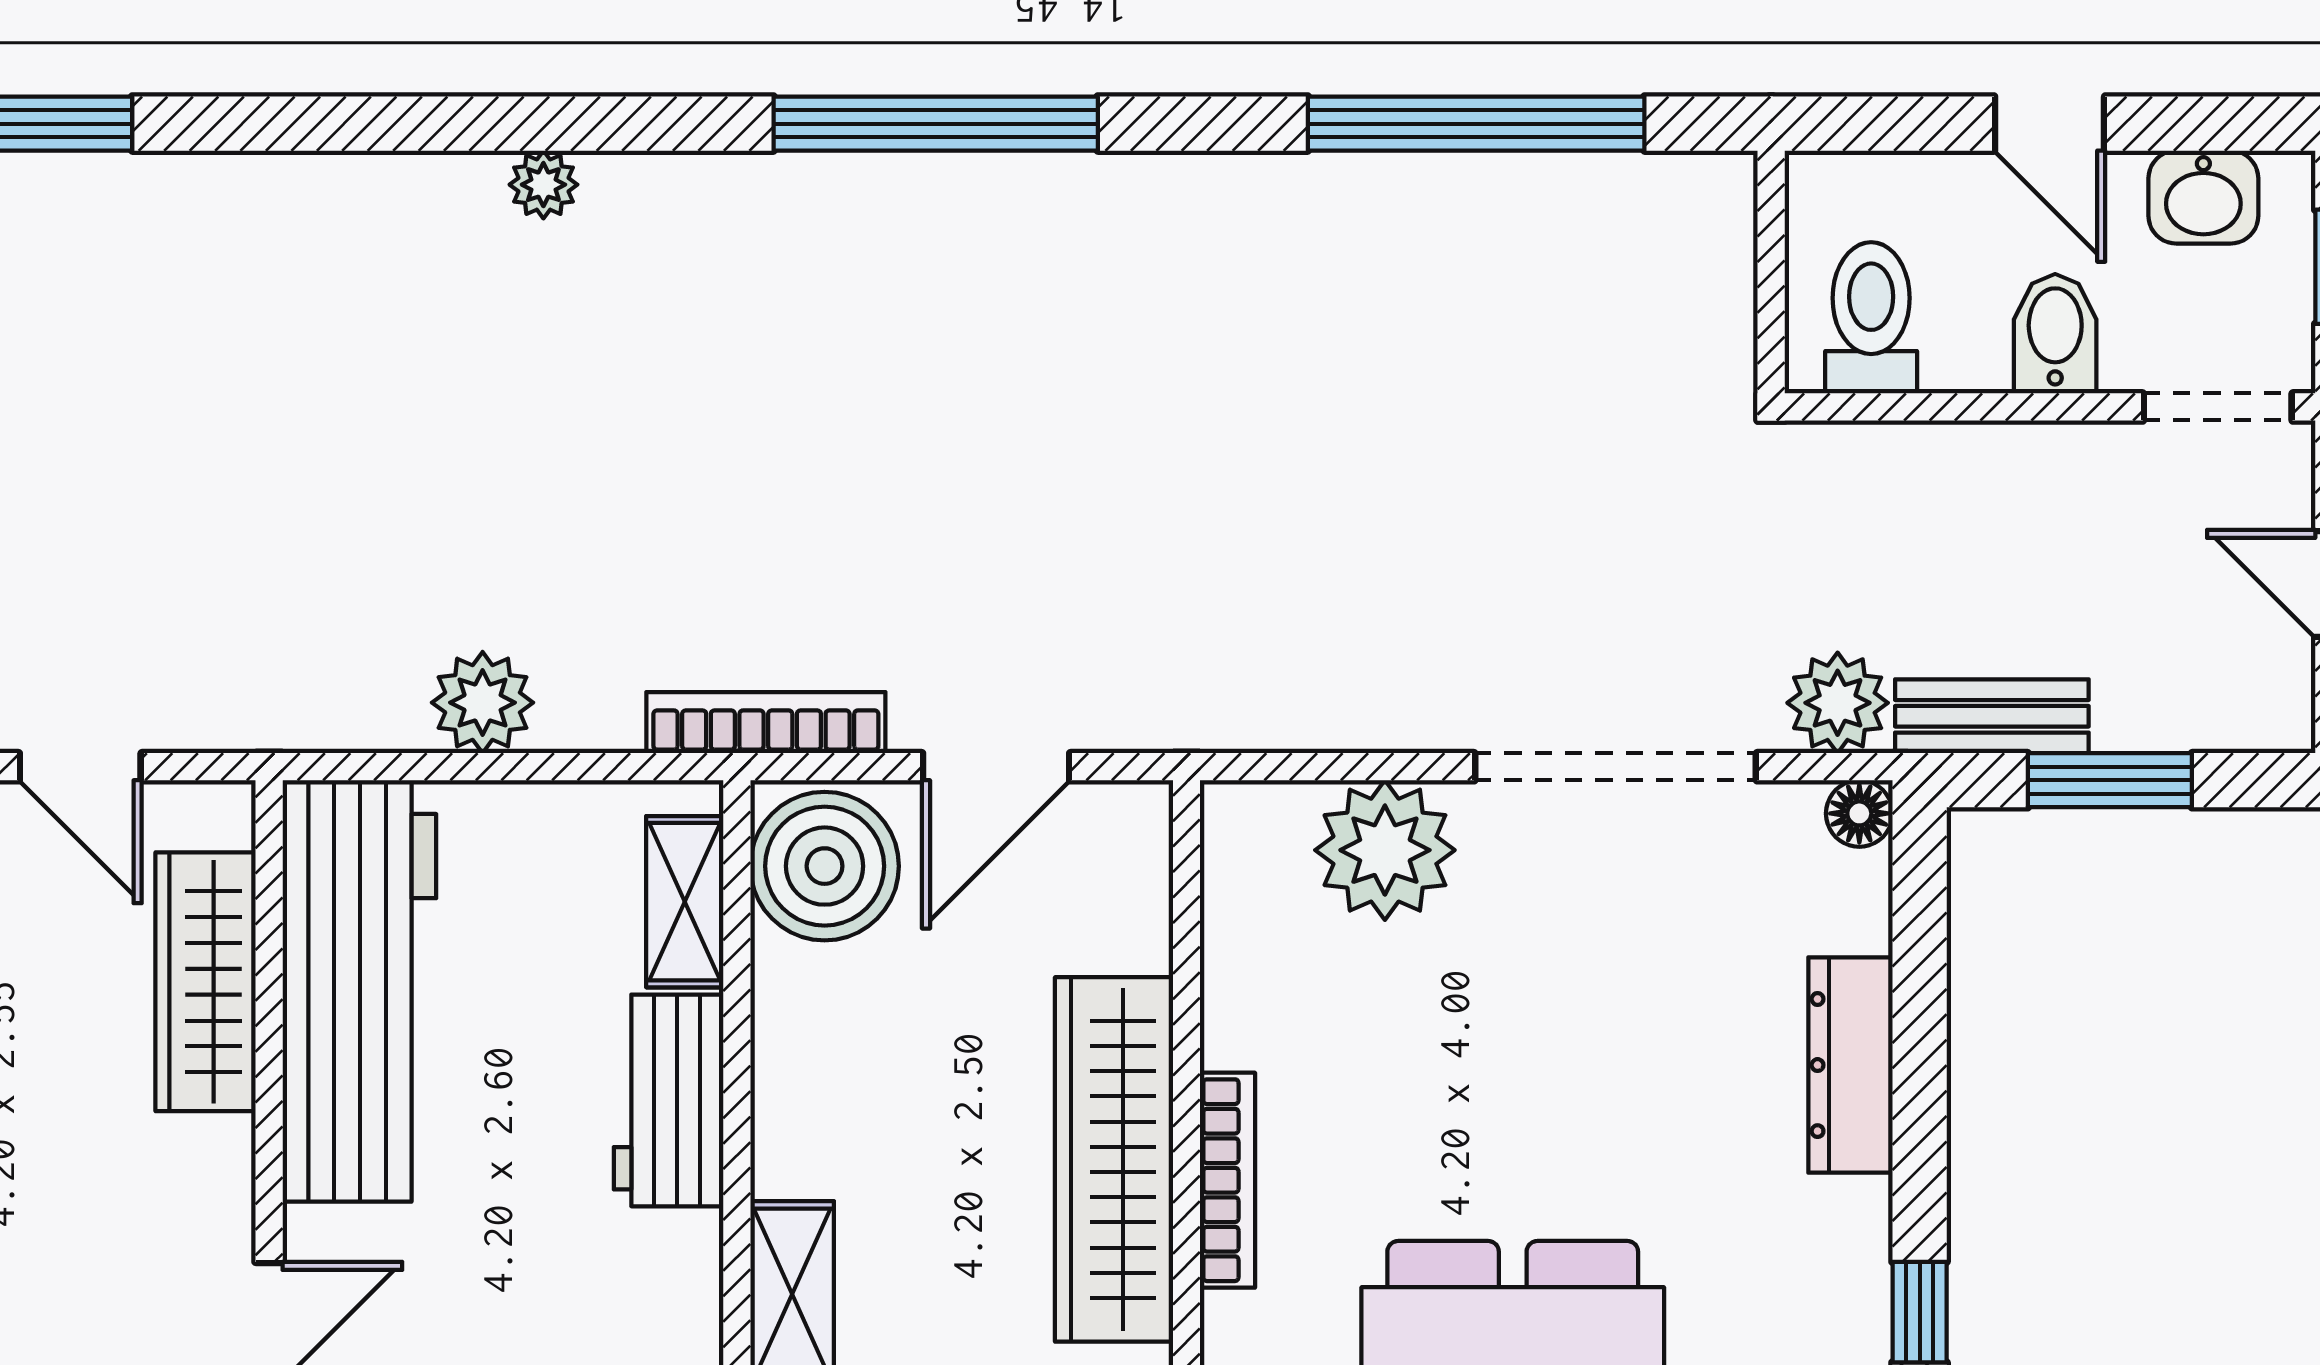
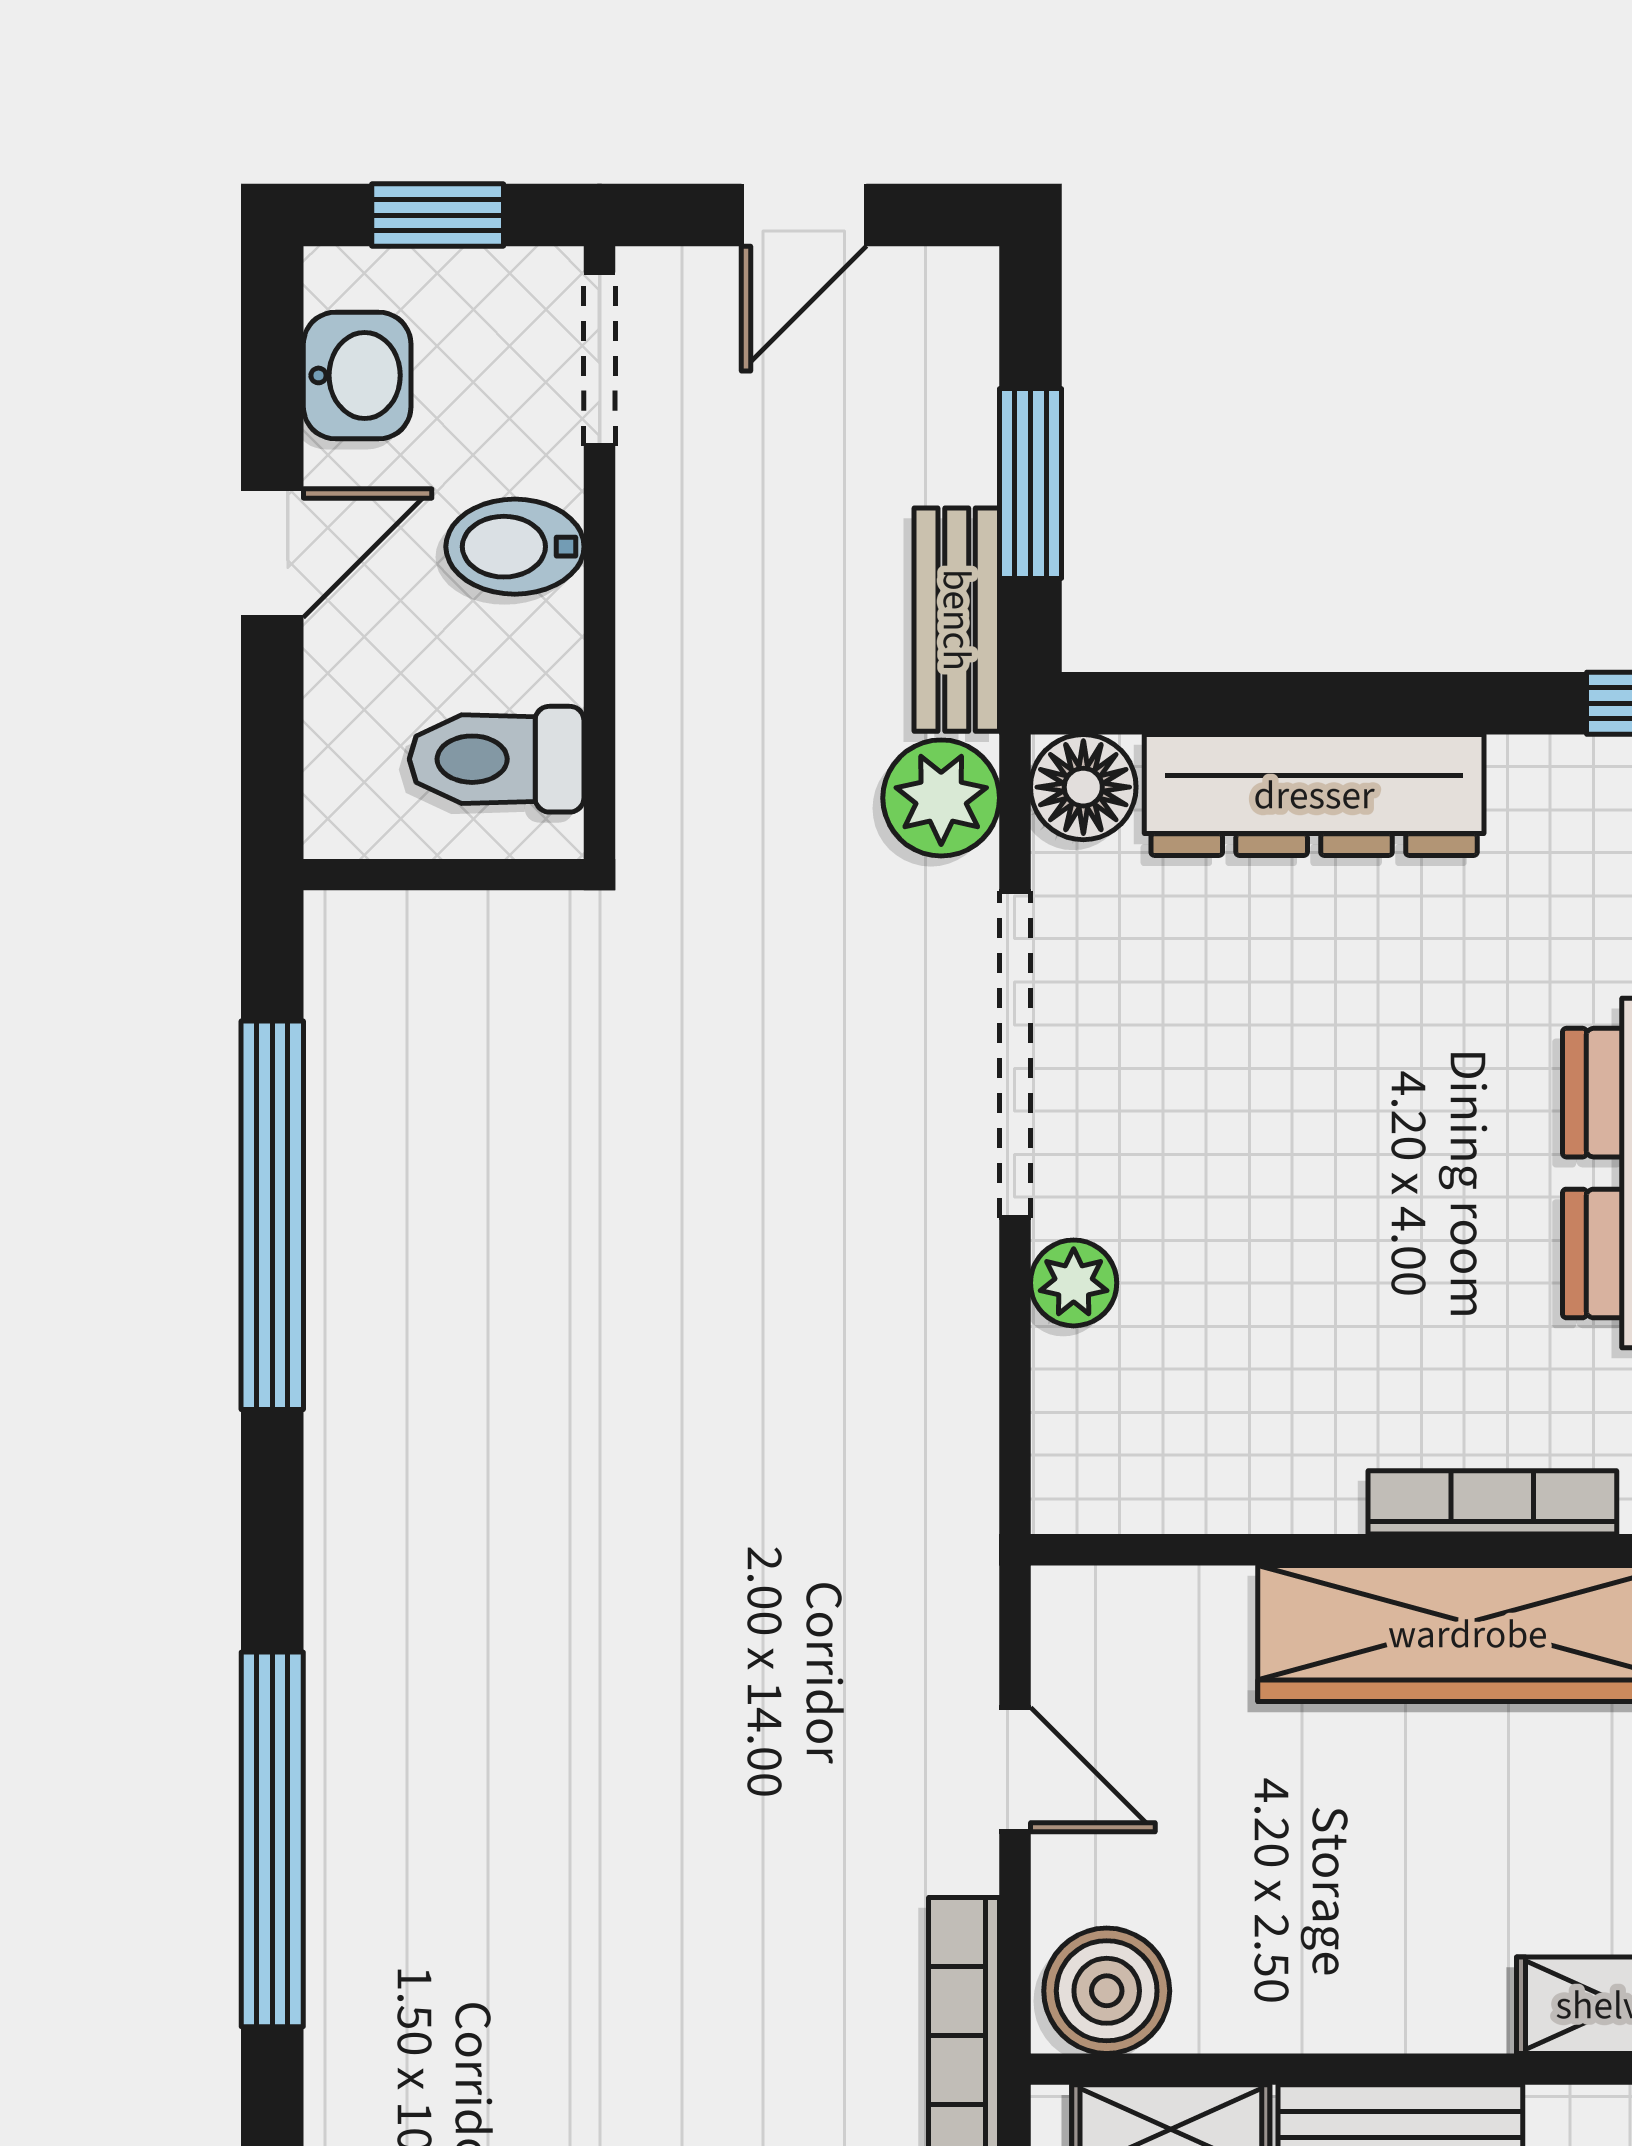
door: (996, 767) -> (1015, 1770), width x0.73
floor lamp: (1859, 813) -> (1083, 787), width x1.37, depth x1.37
plant: (1385, 850) -> (1074, 1283), width x0.53, depth x0.53
boiler: (825, 866) -> (1107, 1991), width x0.73, depth x0.73
dresser: (1850, 1065) -> (1314, 795), width x1.37, depth x1.24

